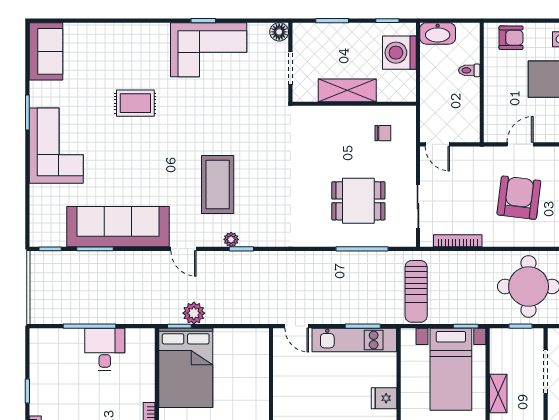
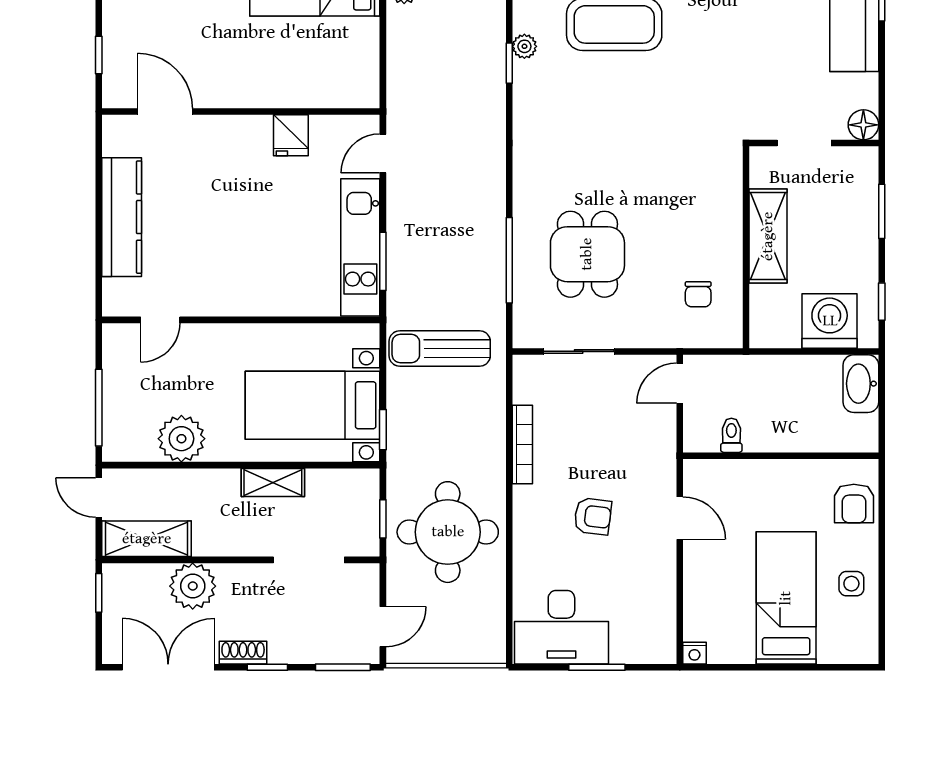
toilet: (469, 70) -> (731, 435), moved
armchair: (519, 198) -> (593, 516), width x0.53, depth x0.53
bookcase: (458, 241) -> (522, 444), moved
fridge: (384, 398) -> (291, 135), moved, turned 180

